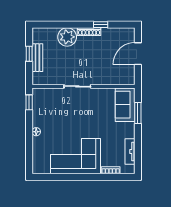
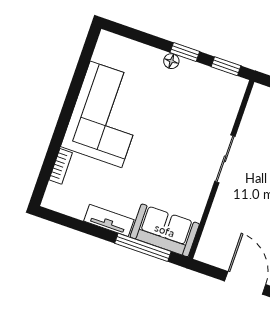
window: (138, 113) -> (143, 247), width x1.44
window: (29, 126) -> (185, 52), added
tv unit: (130, 152) -> (109, 220), moved

